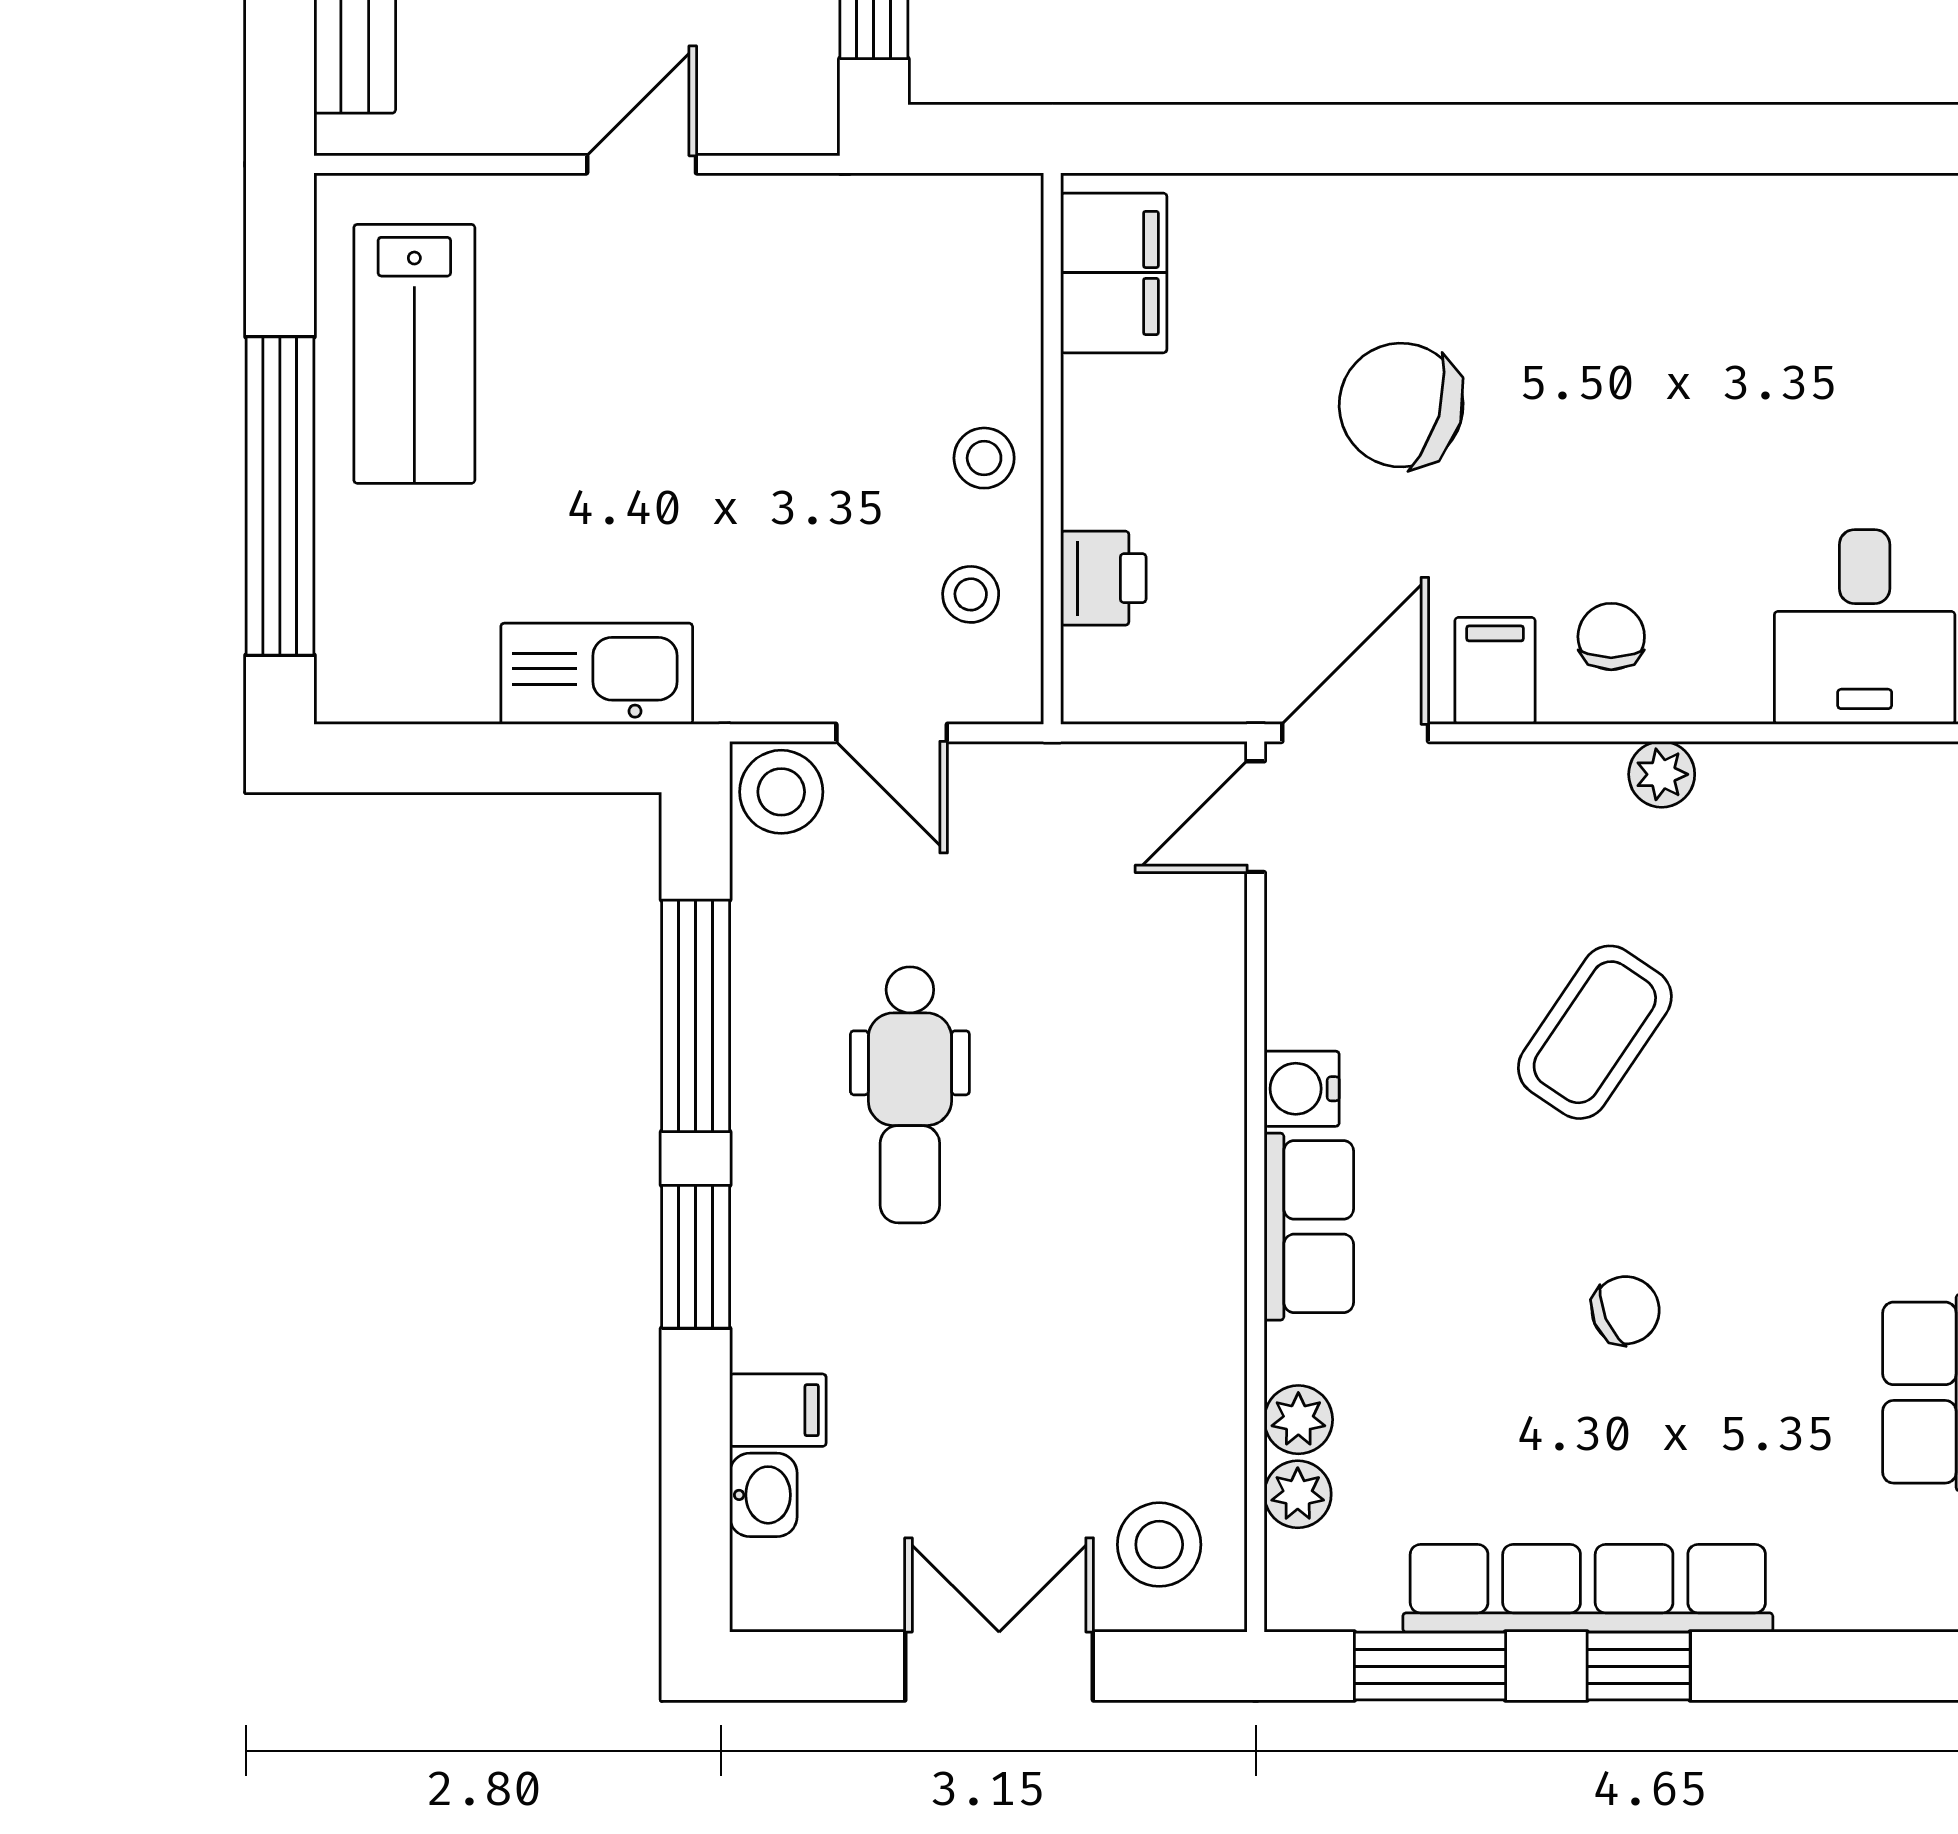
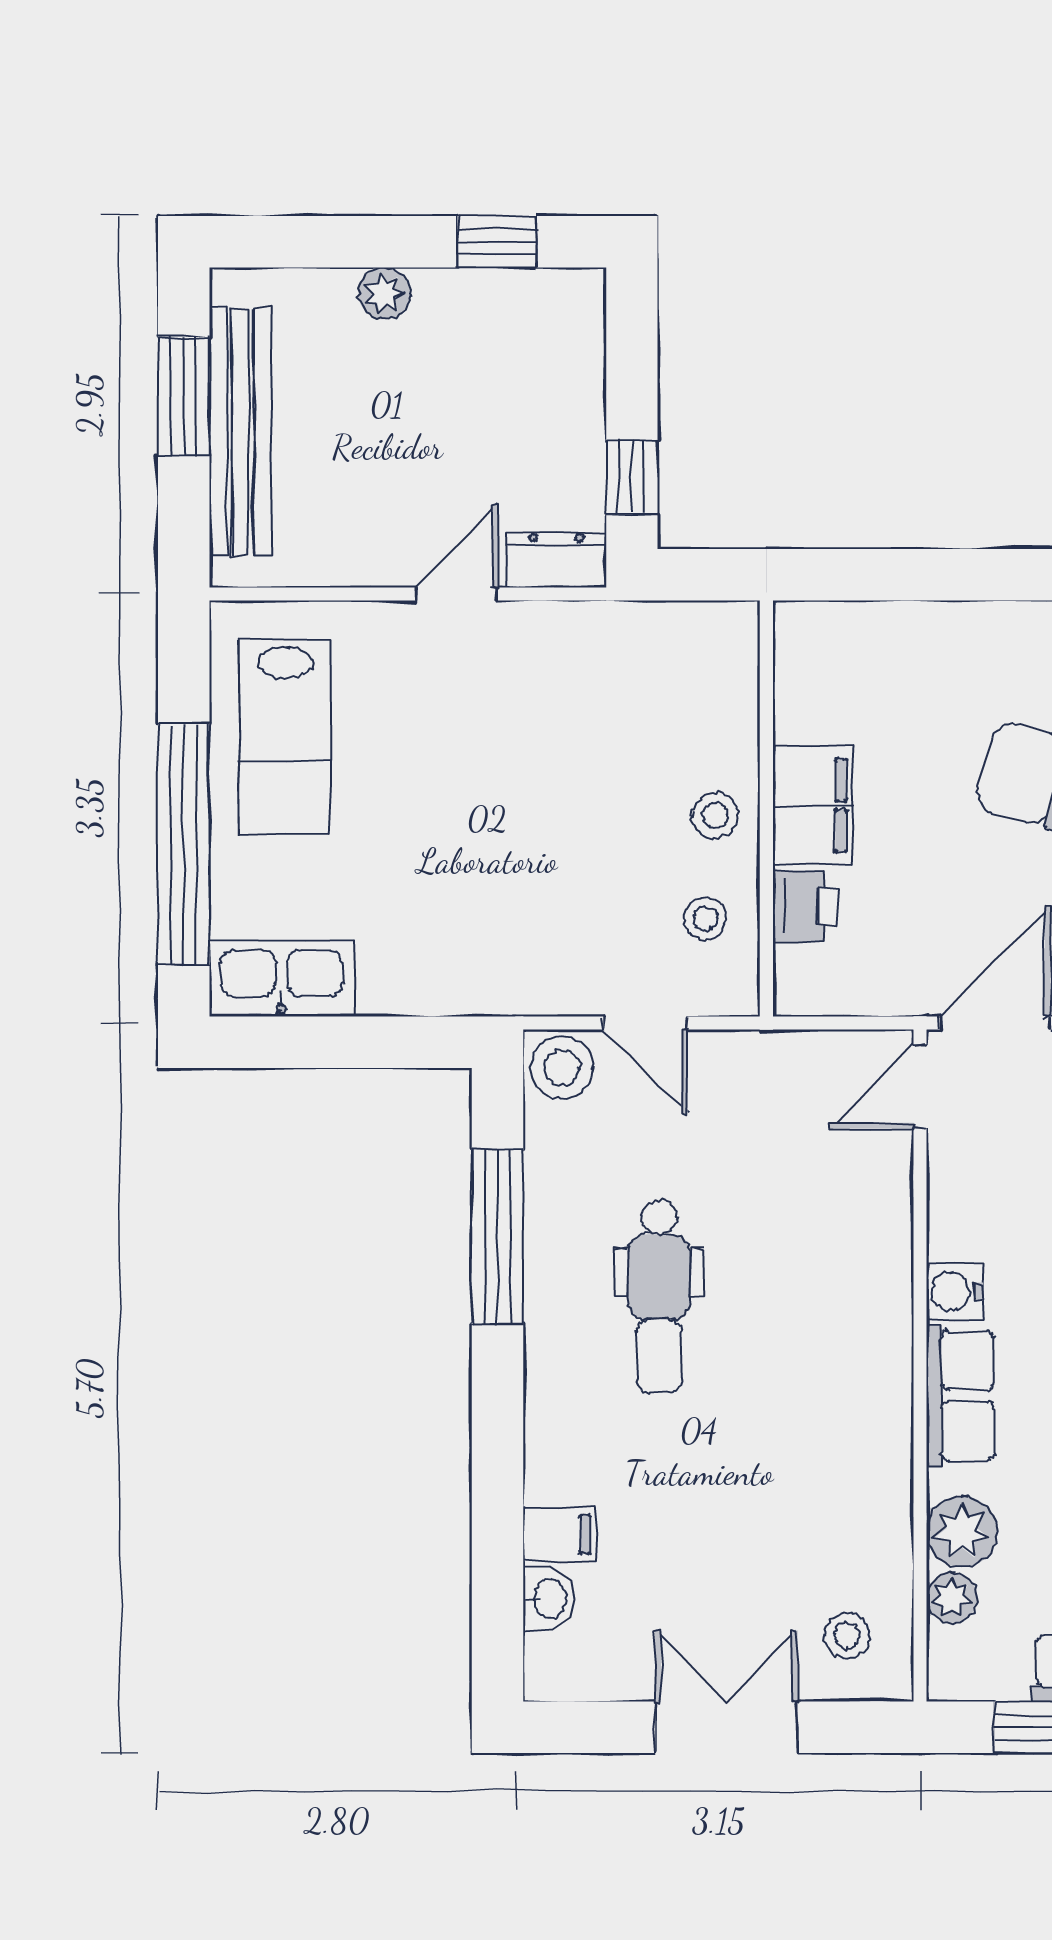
dresser: (774, 119) -> (556, 560), added
filing cabinet: (1114, 273) -> (813, 805), moved
kitchen sink: (597, 674) -> (282, 978), moved
window: (696, 1257) -> (497, 1418), removed
plant: (1298, 1420) -> (962, 1532), width x1.38, depth x1.38
stool: (1159, 1545) -> (847, 1636), width x0.73, depth x0.73

